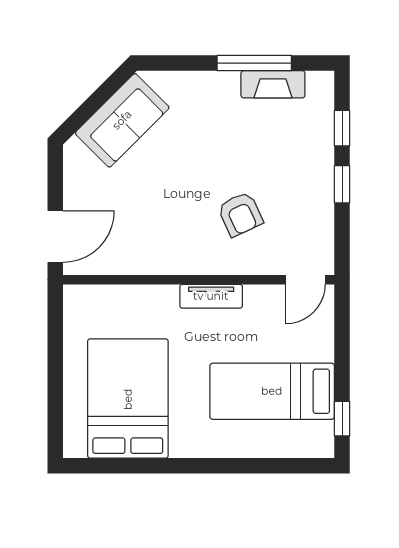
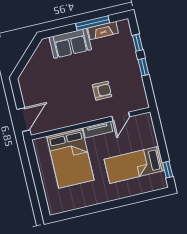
sofa: (122, 120) -> (70, 43), moved, turned 45
armchair: (240, 214) -> (102, 91), turned -65
door: (306, 280) -> (121, 117), moved
bed: (128, 399) -> (70, 158), moved, turned 180

